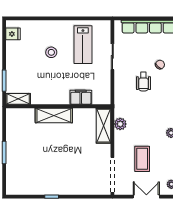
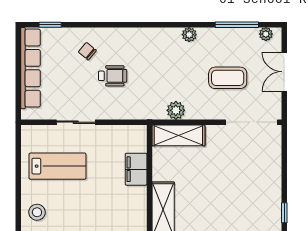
stool: (51, 52) -> (37, 212), moved

